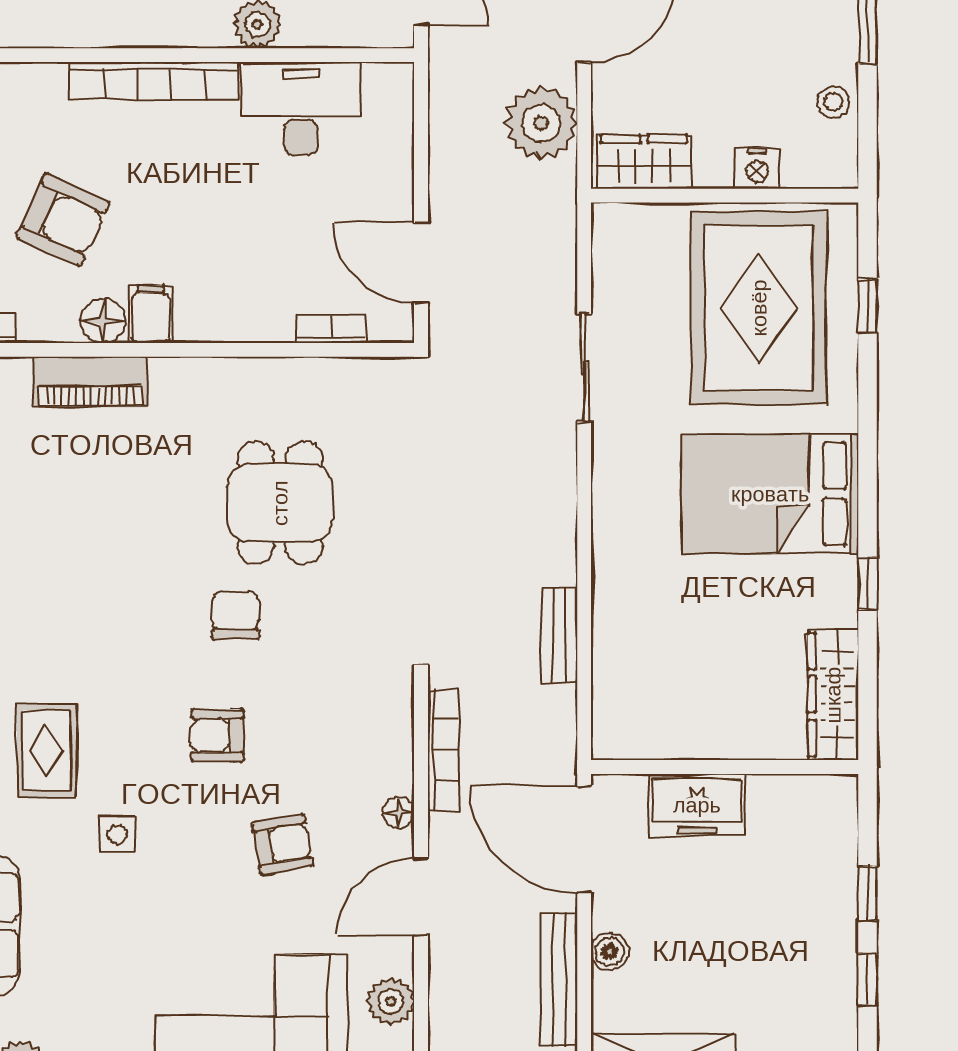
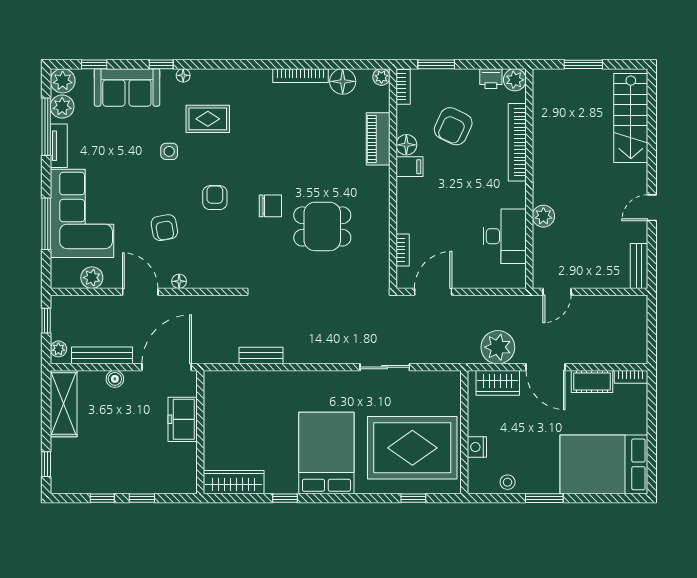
bookcase: (154, 81) -> (517, 142), moved
wardrobe: (644, 162) -> (498, 383), moved, turned 90
bookcase: (443, 750) -> (208, 302), removed

